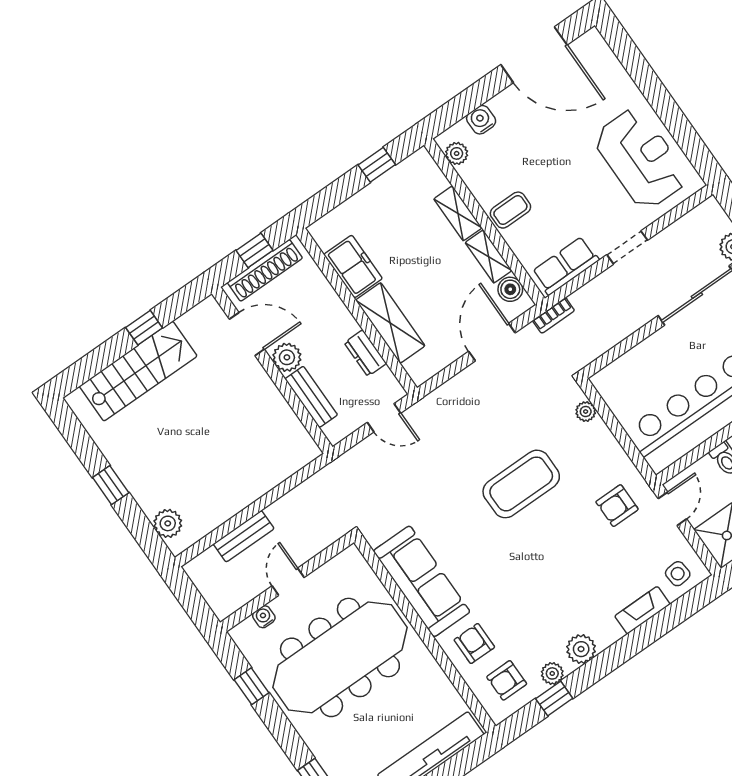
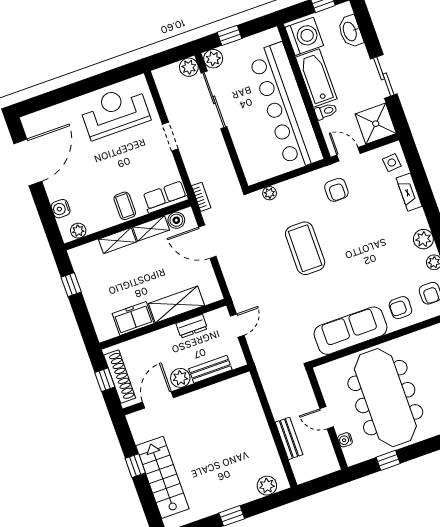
row of seats: (566, 266) -> (165, 197), moved, turned 90

